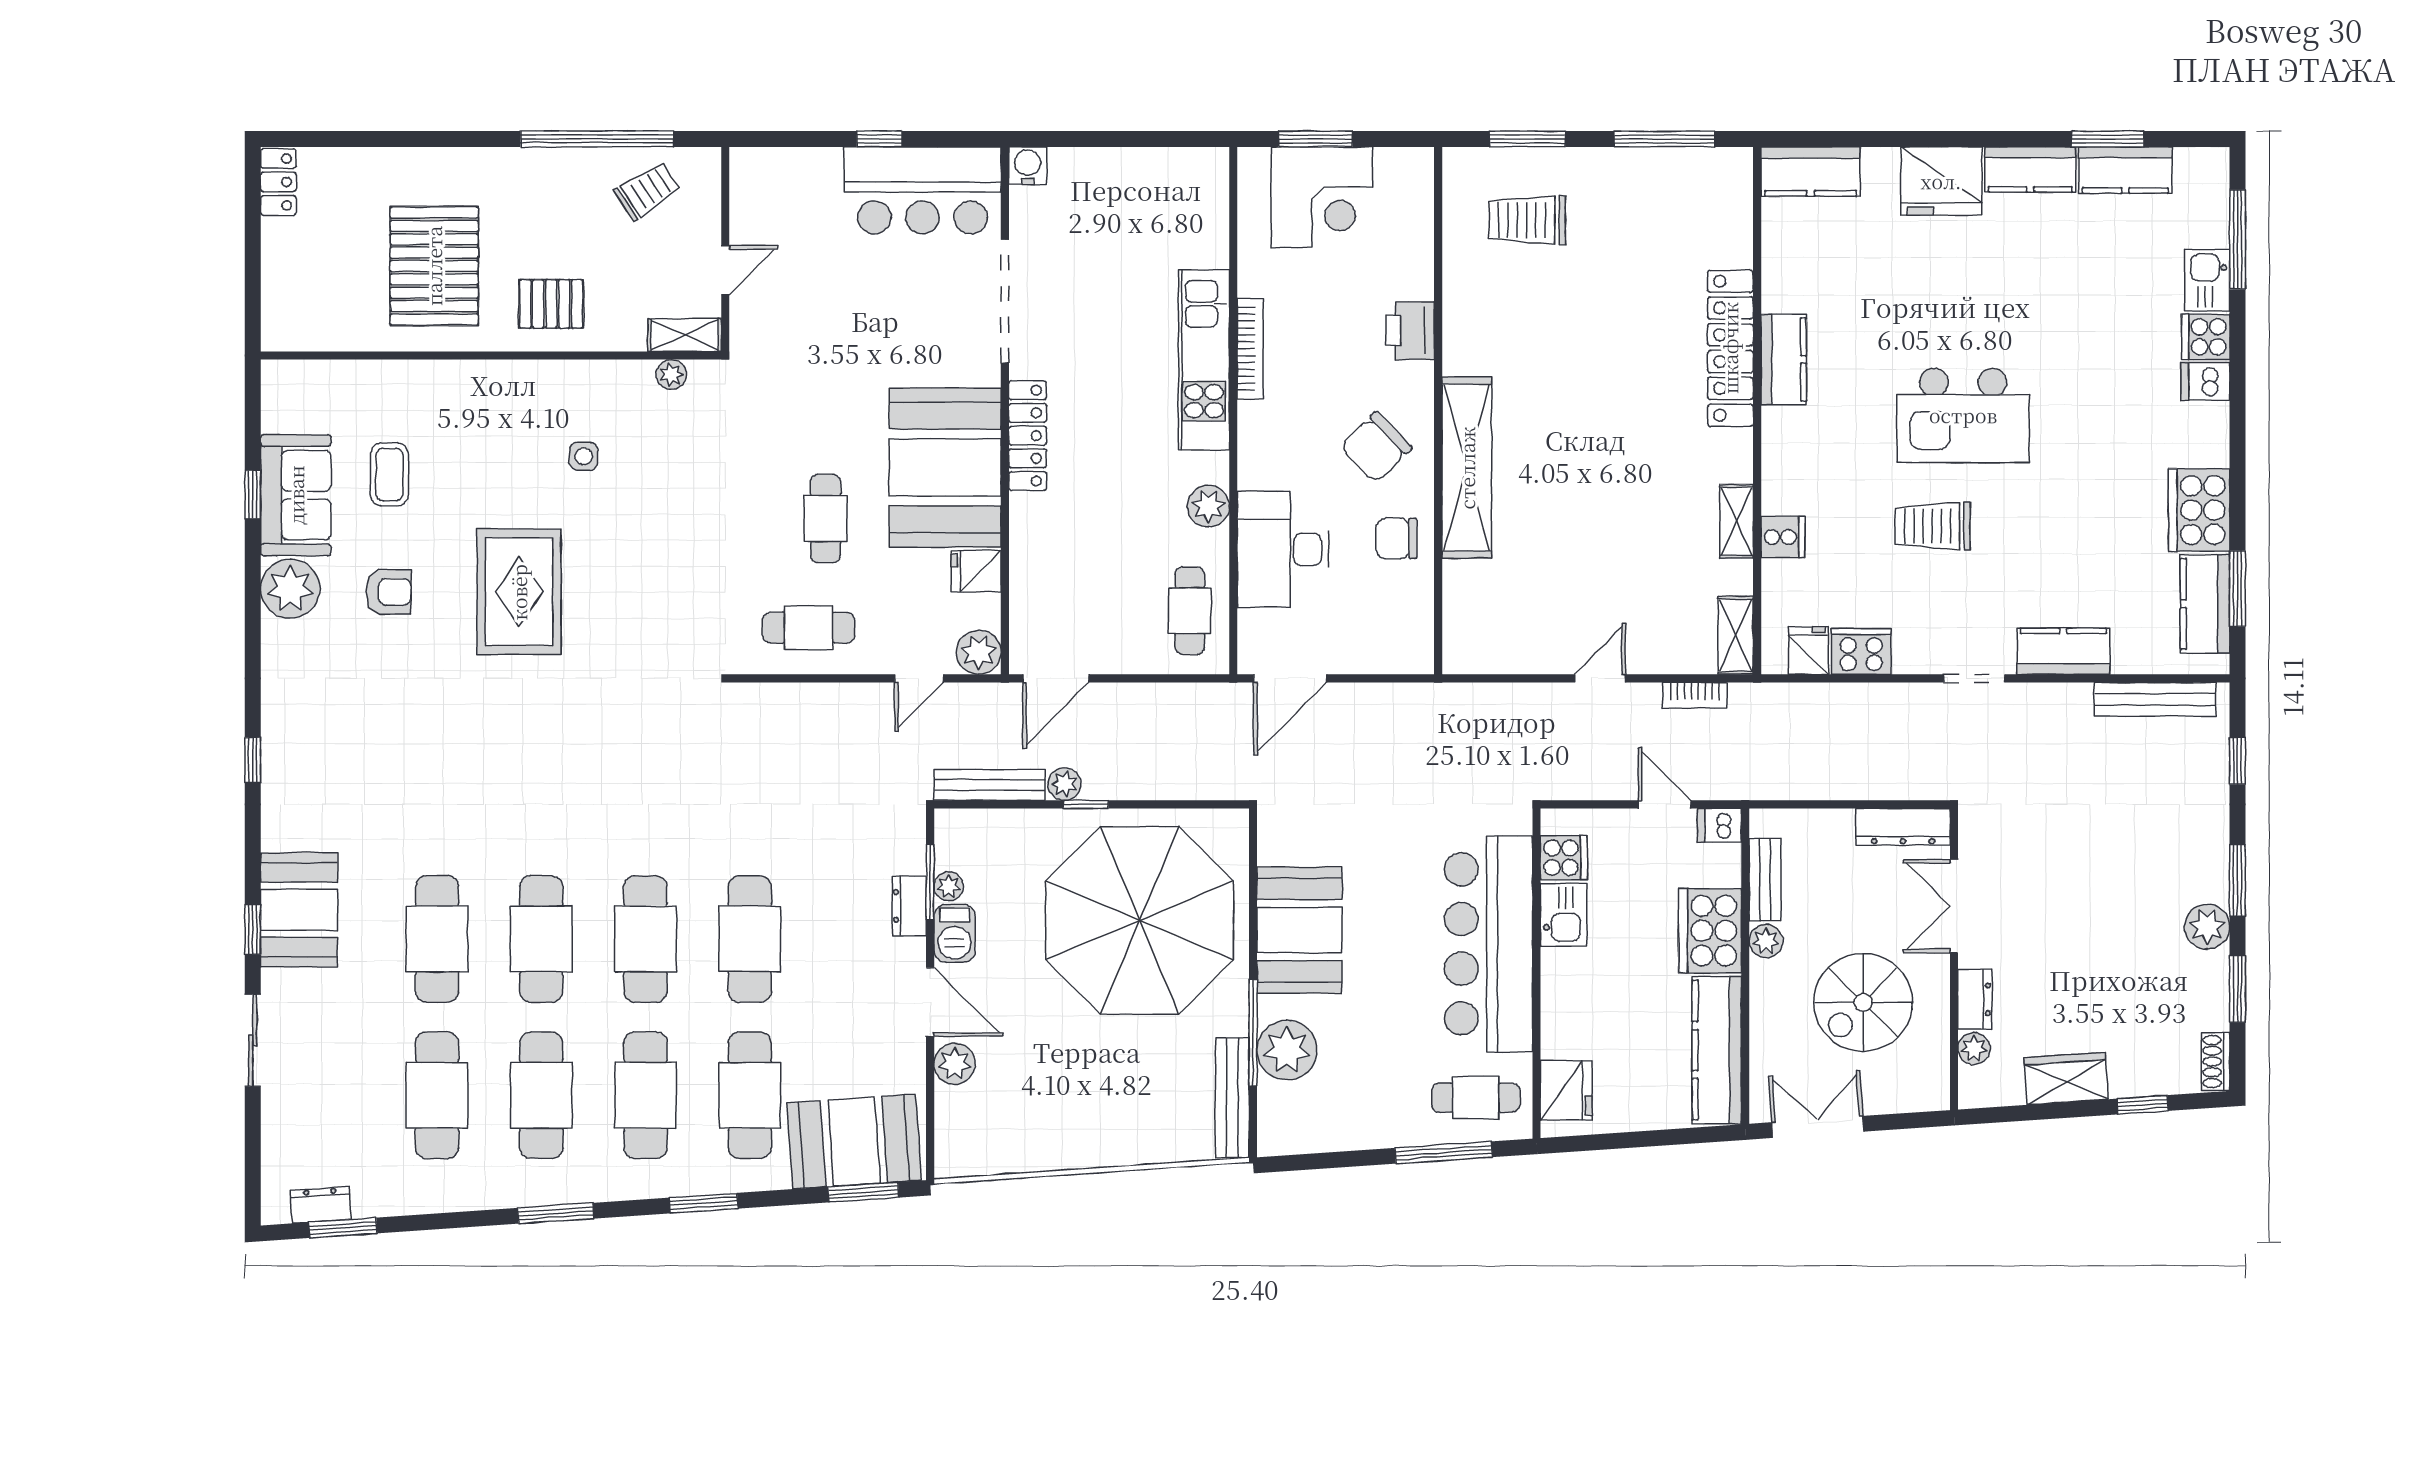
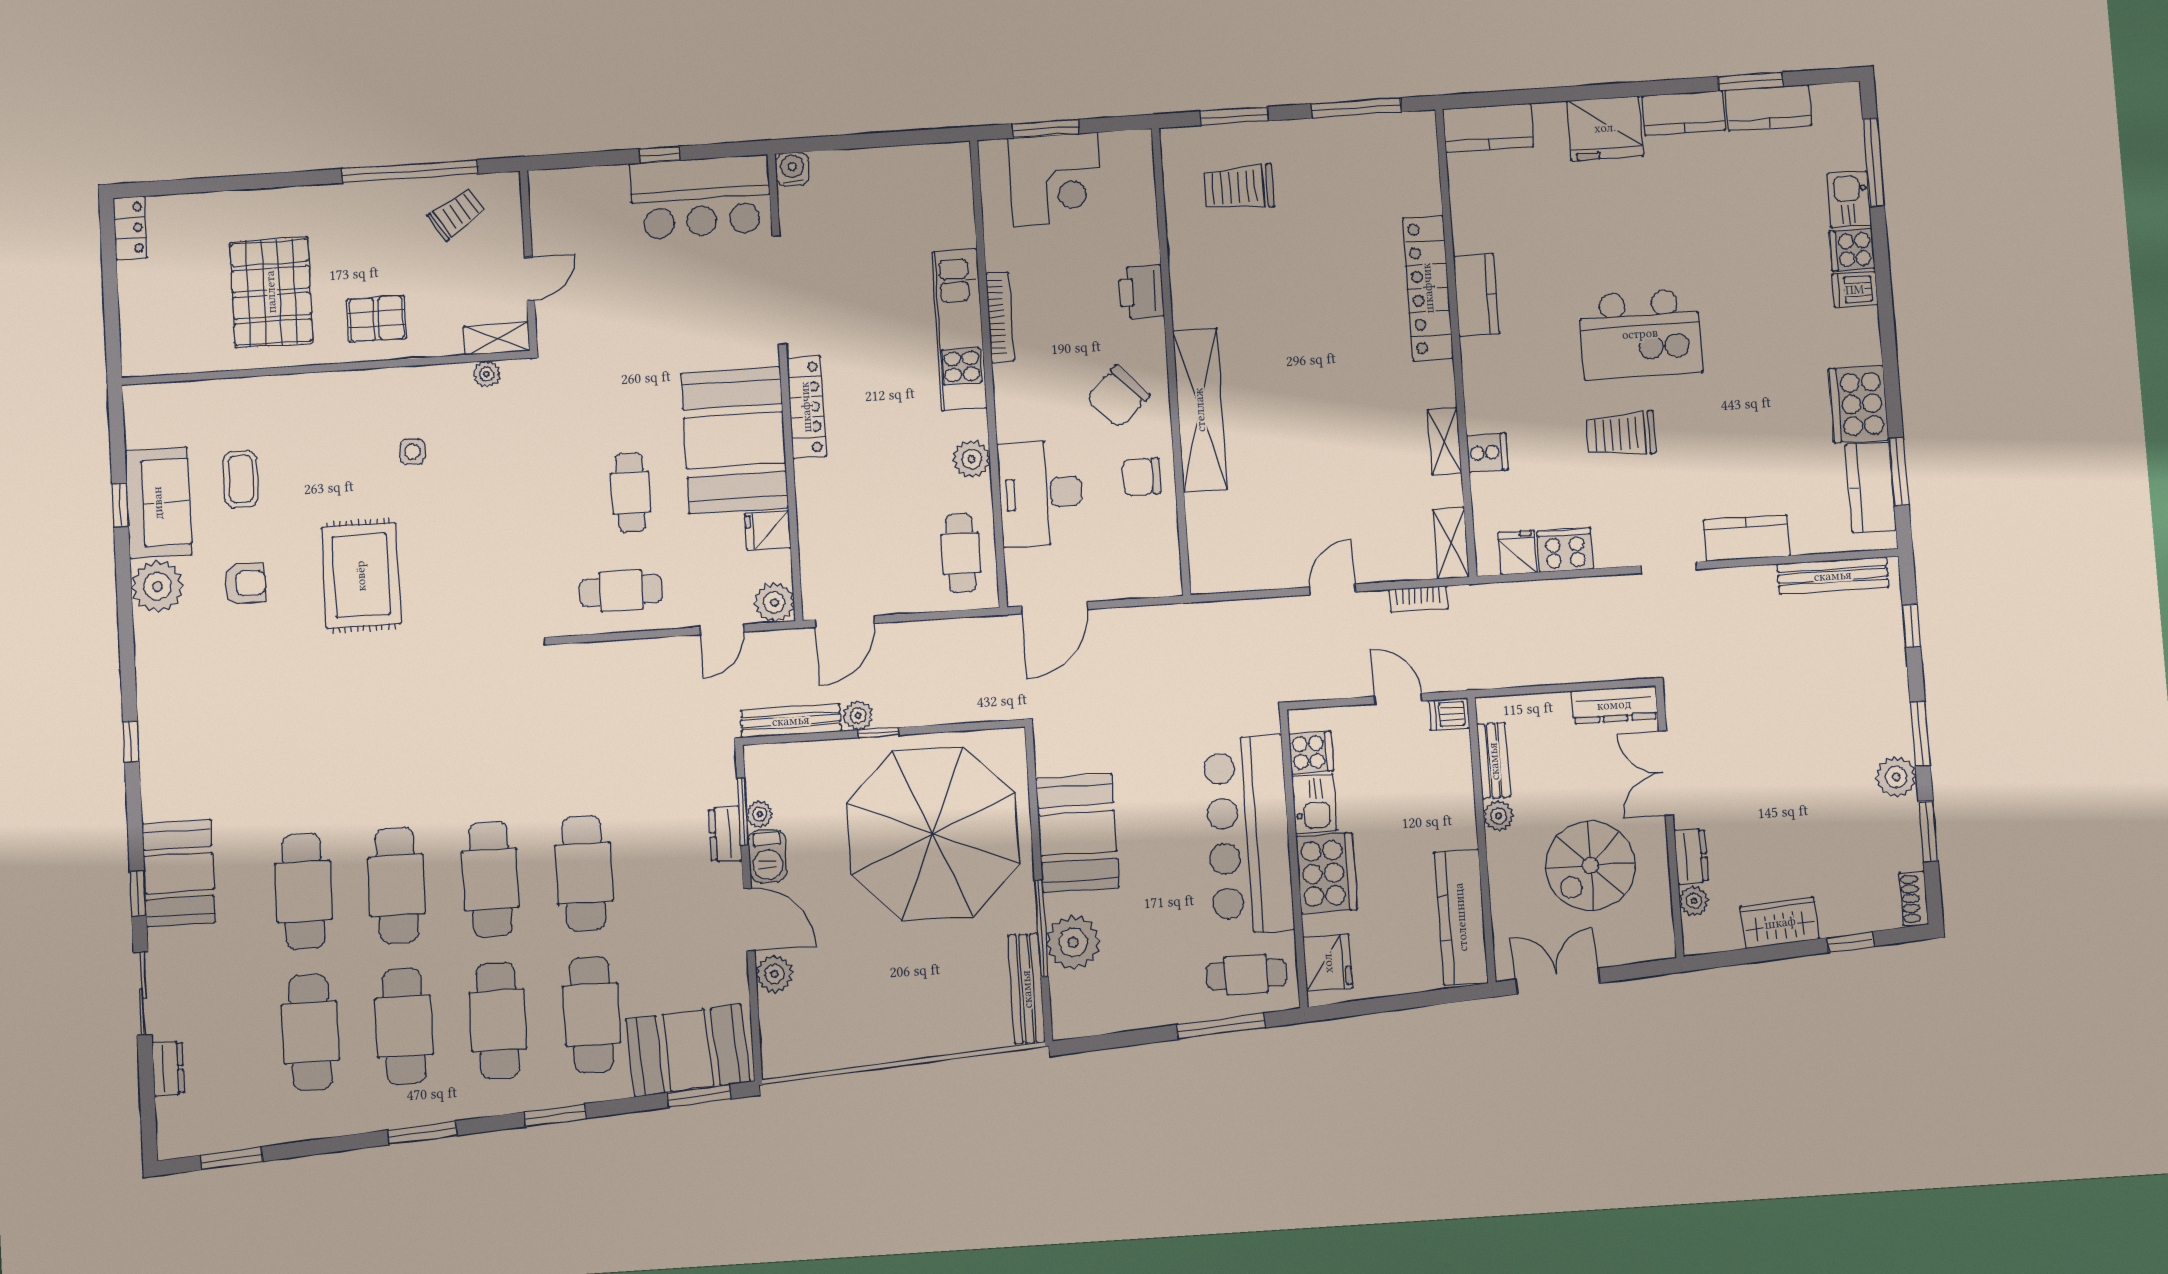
cooker: (1710, 931) -> (1327, 873), moved, turned 180
dresser: (321, 1205) -> (168, 1068), moved, turned 94

